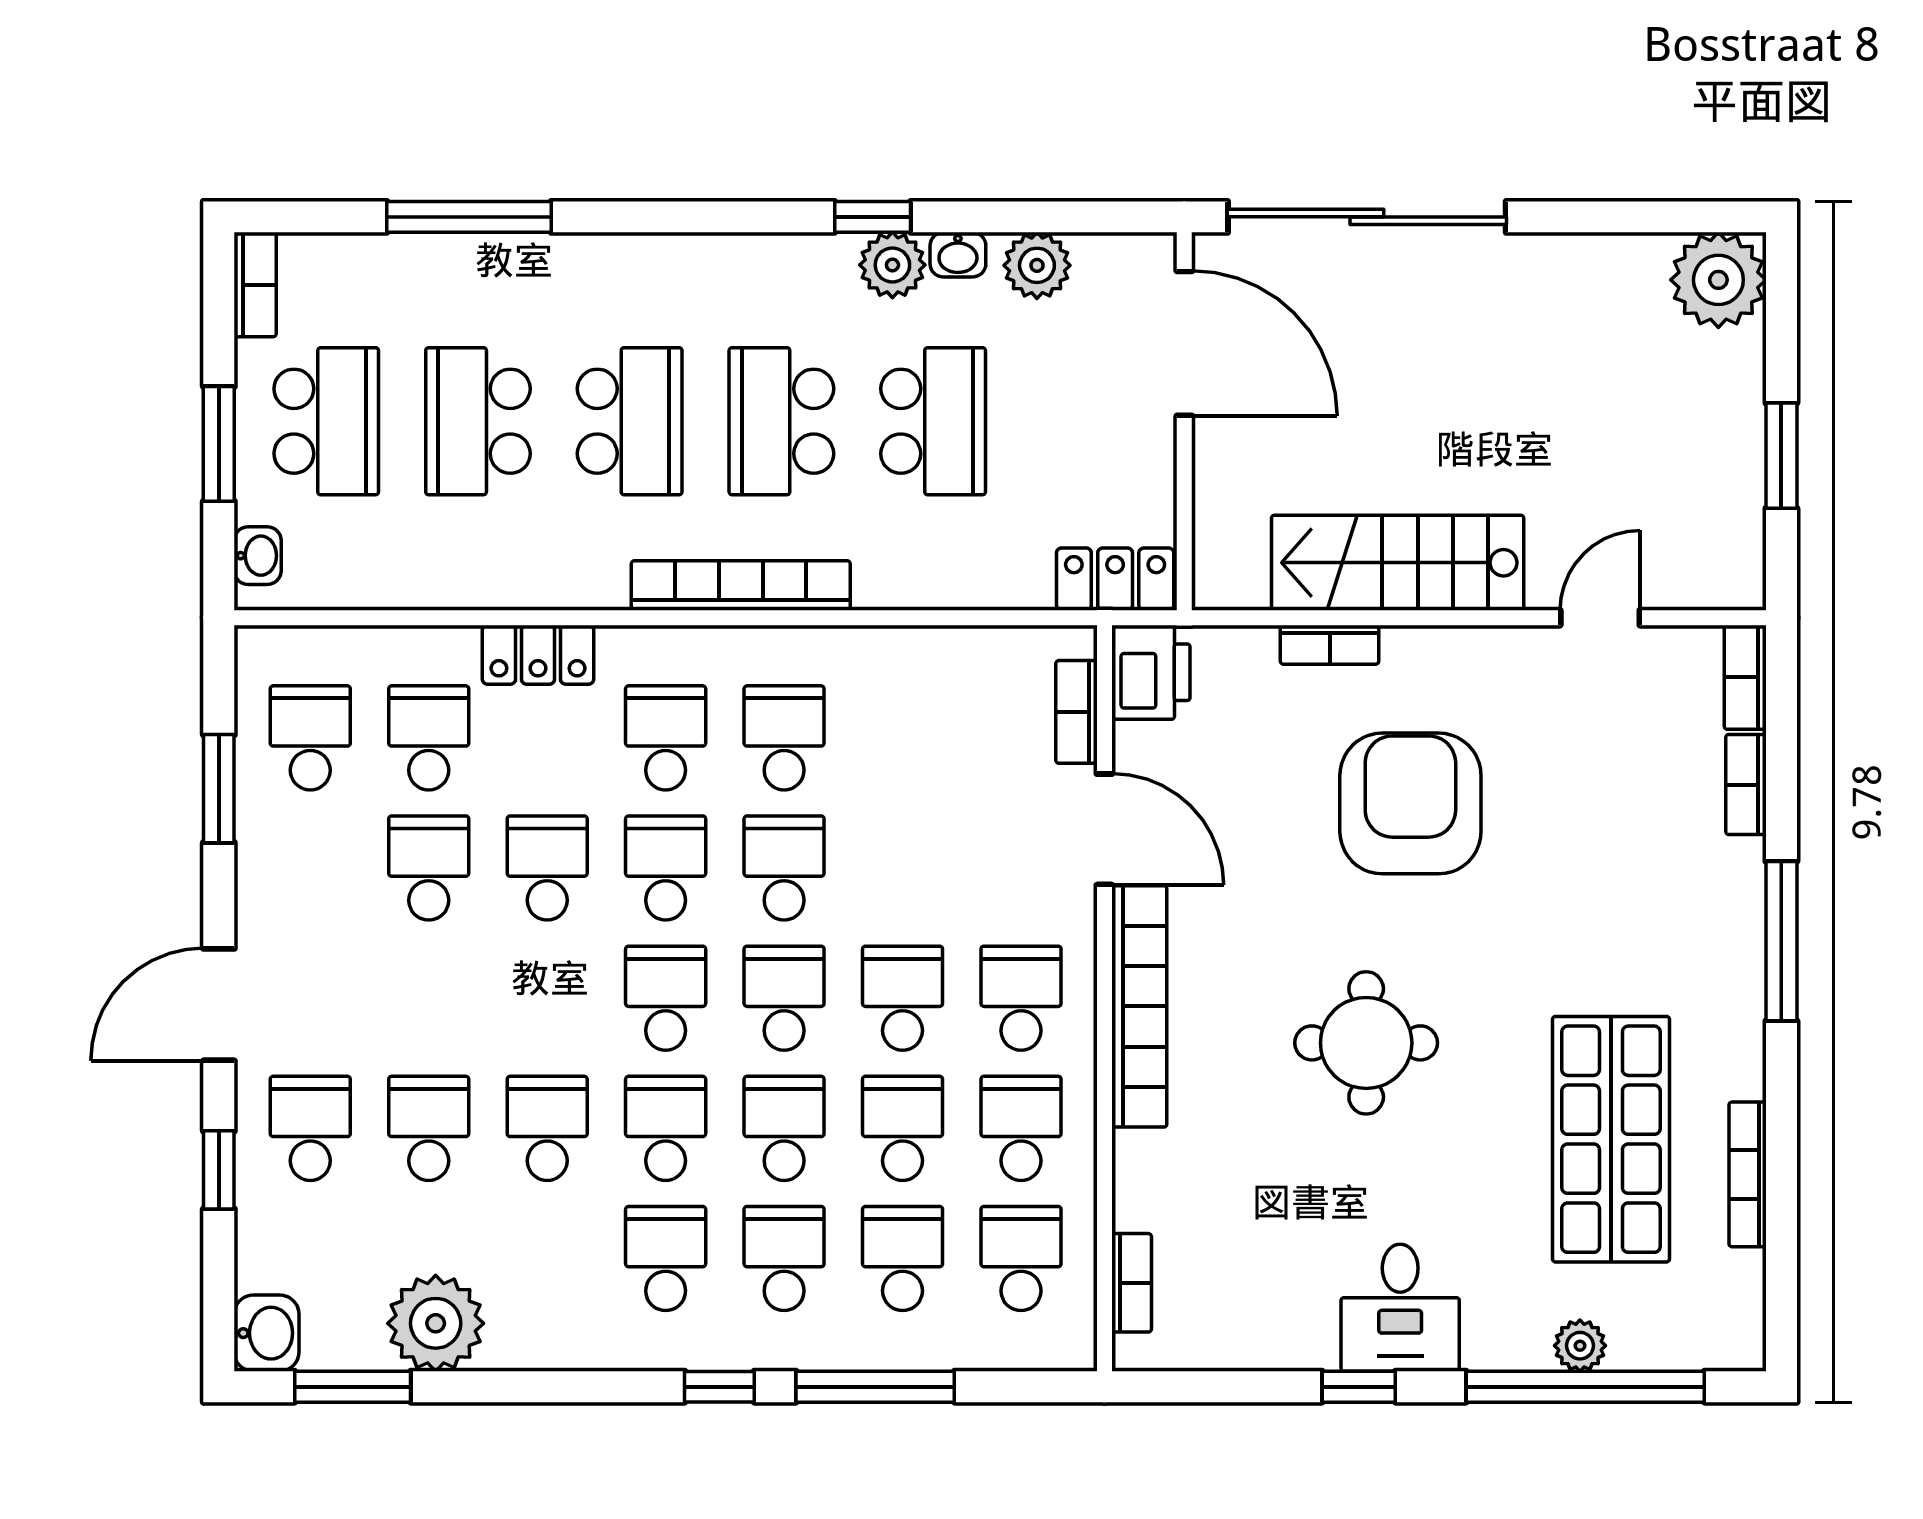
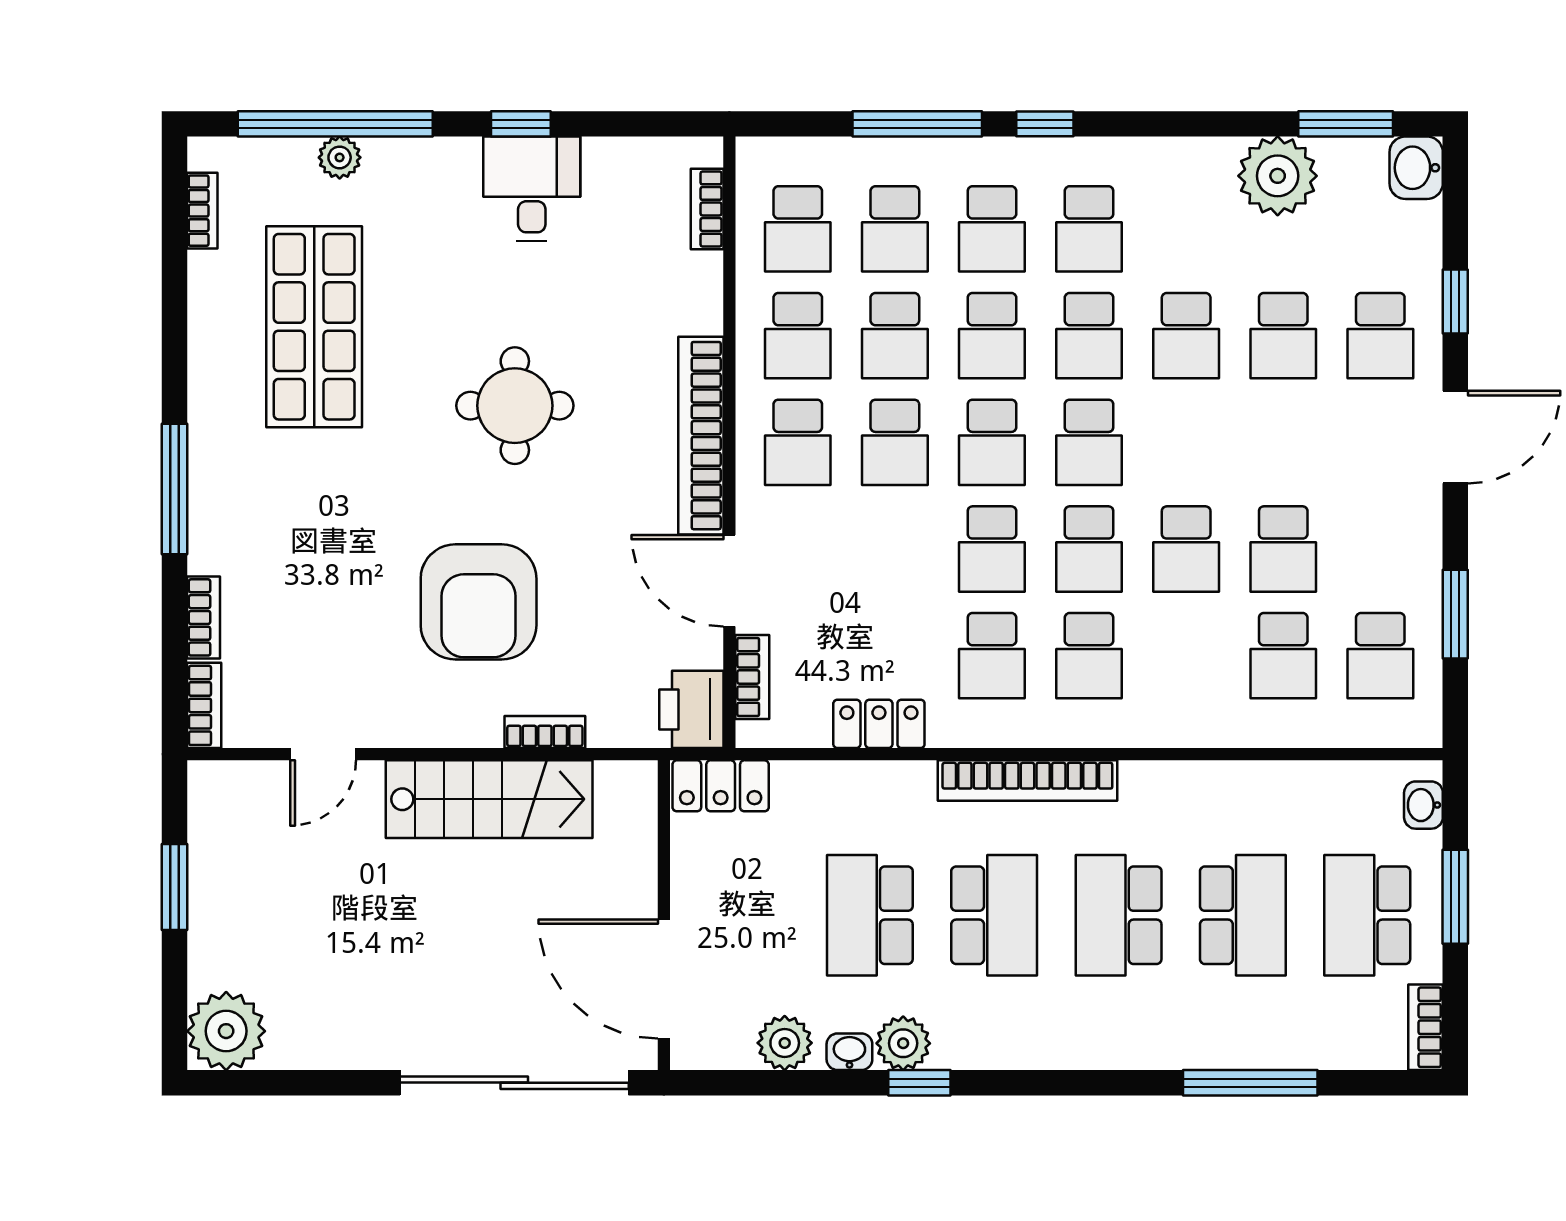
locker: (538, 655) -> (879, 724), moved
bookcase: (1748, 1174) -> (202, 211), moved, width x0.64
desk: (1400, 1308) -> (532, 189), moved

